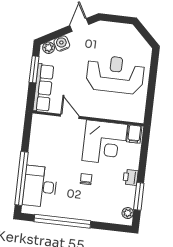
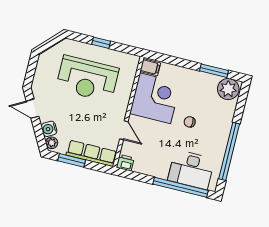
reception desk: (115, 74) -> (87, 79), turned -90
window: (152, 83) -> (101, 43), added
door: (70, 116) -> (124, 130), swing flipped
printer: (131, 177) -> (125, 163), moved, turned 180
plant: (128, 213) -> (228, 89), width x1.88, depth x1.88

